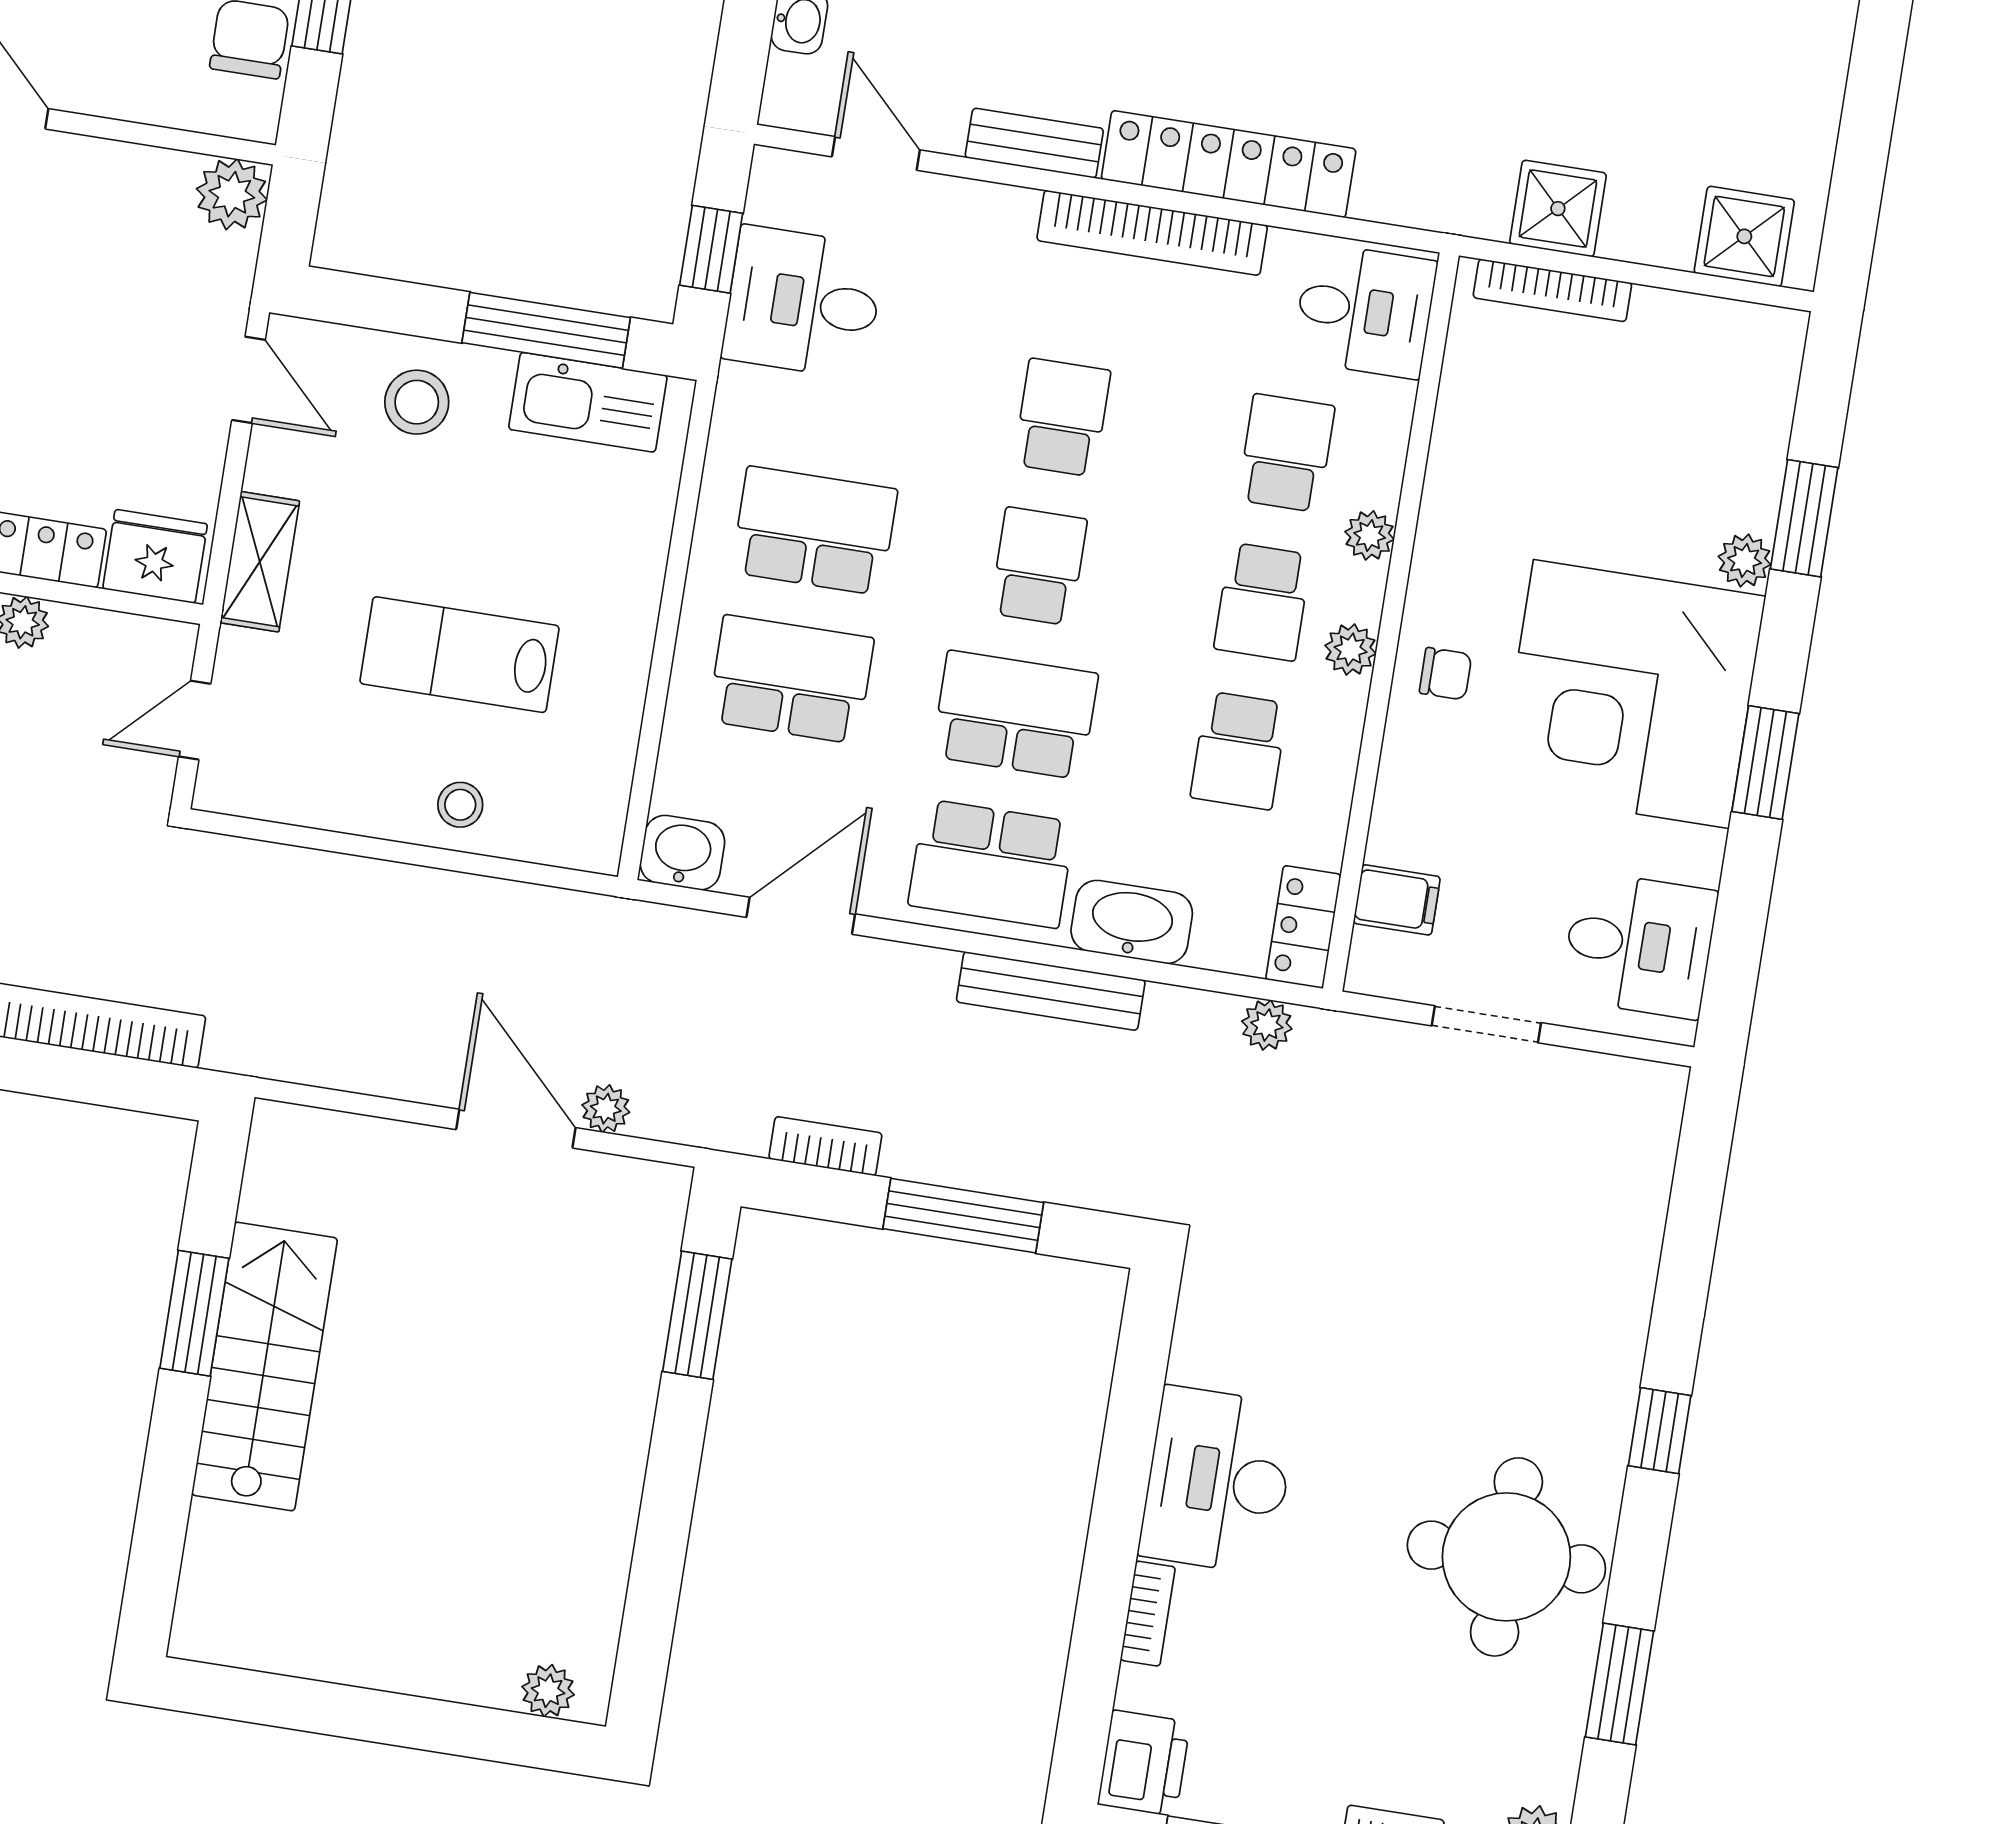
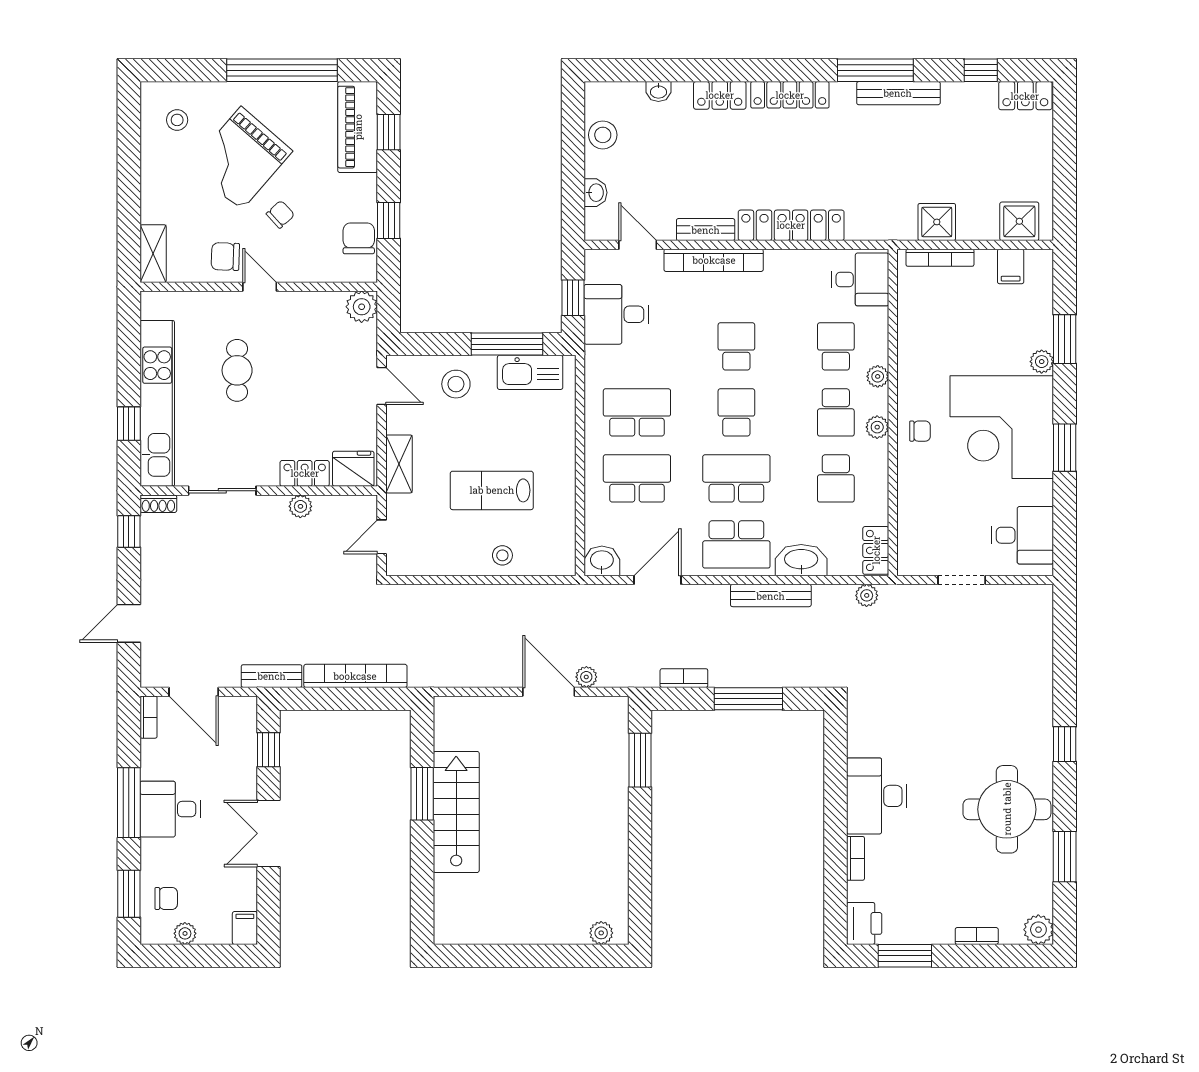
bookcase: (1152, 233) -> (714, 260), moved
filing cabinet: (1397, 900) -> (1011, 266), moved, turned 90

